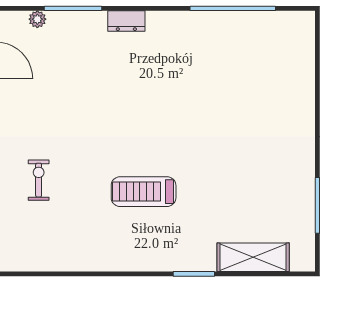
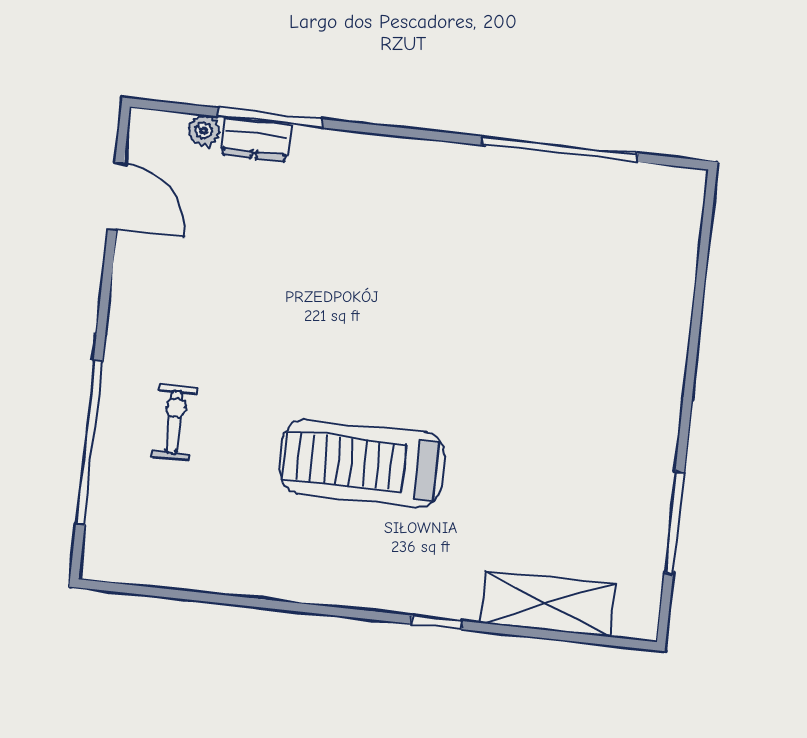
dresser: (126, 21) -> (256, 139), moved
treadmill: (144, 192) -> (362, 463), width x1.37, depth x1.38
window: (194, 274) -> (437, 622), width x0.67

